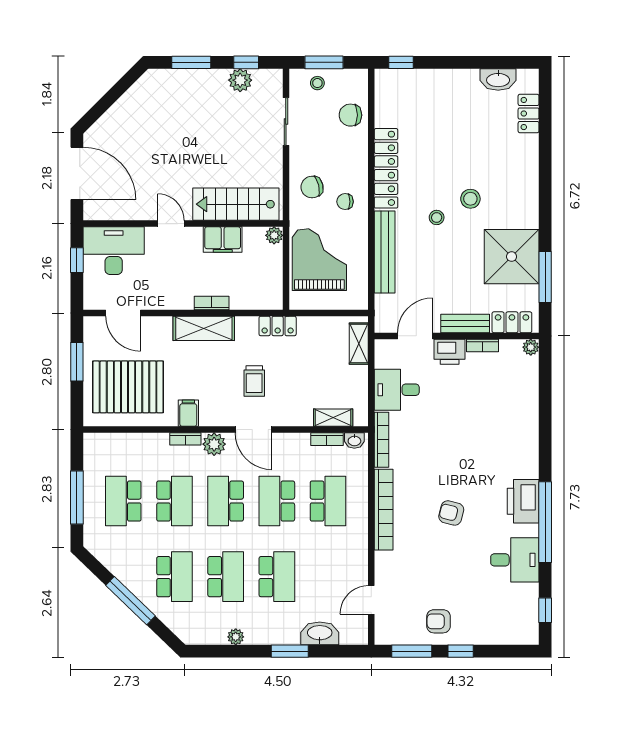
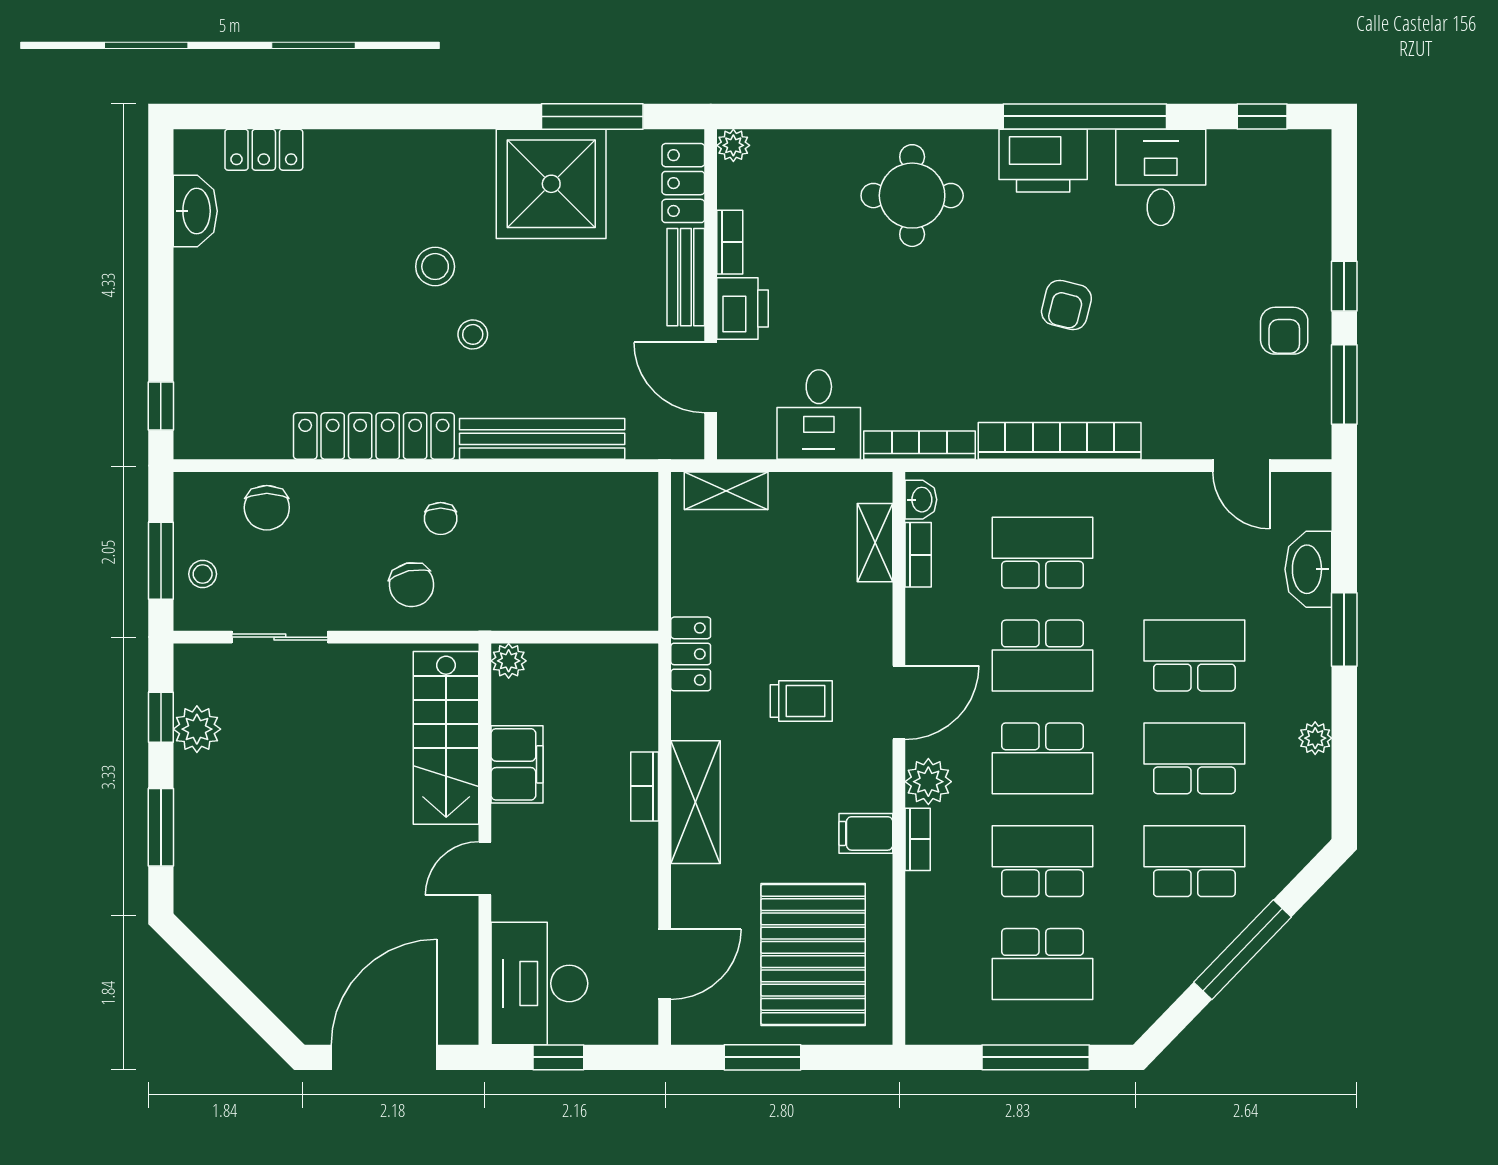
grand piano: (319, 260) -> (557, 570), removed
round table: (506, 436) -> (912, 196), added

